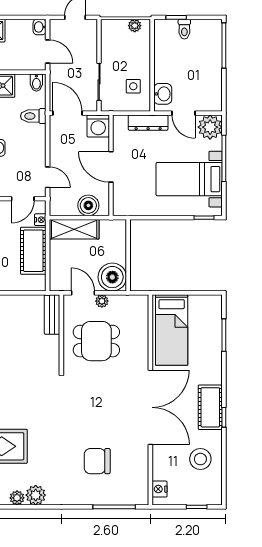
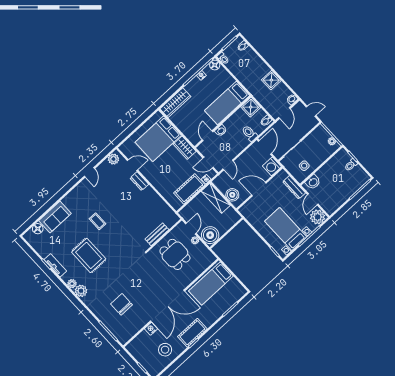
door: (111, 167) -> (259, 189), hinge flipped
bench: (52, 314) -> (157, 234), moved
nightstand: (159, 489) -> (151, 329), moved

